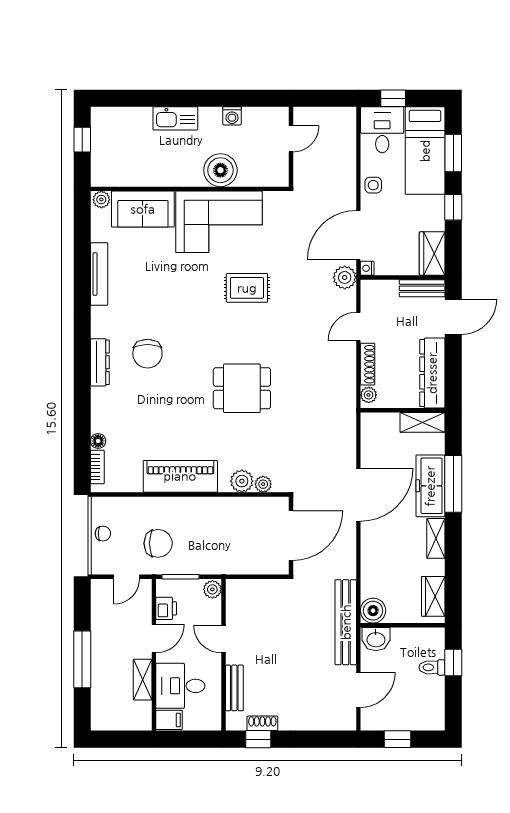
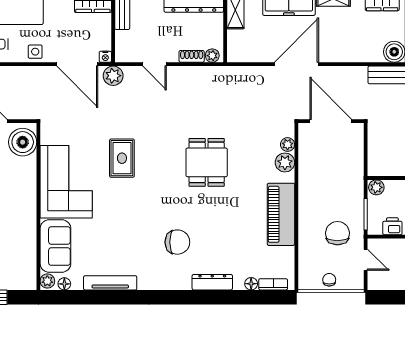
boiler: (220, 170) -> (23, 142), moved
floor lamp: (98, 220) -> (64, 284), added
dresser: (100, 362) -> (212, 282), moved
shoe rack: (368, 364) -> (192, 56), width x0.70
door: (358, 495) -> (296, 64), hinge flipped

